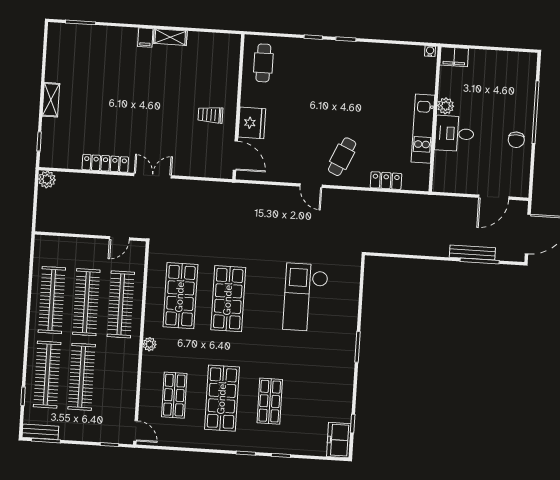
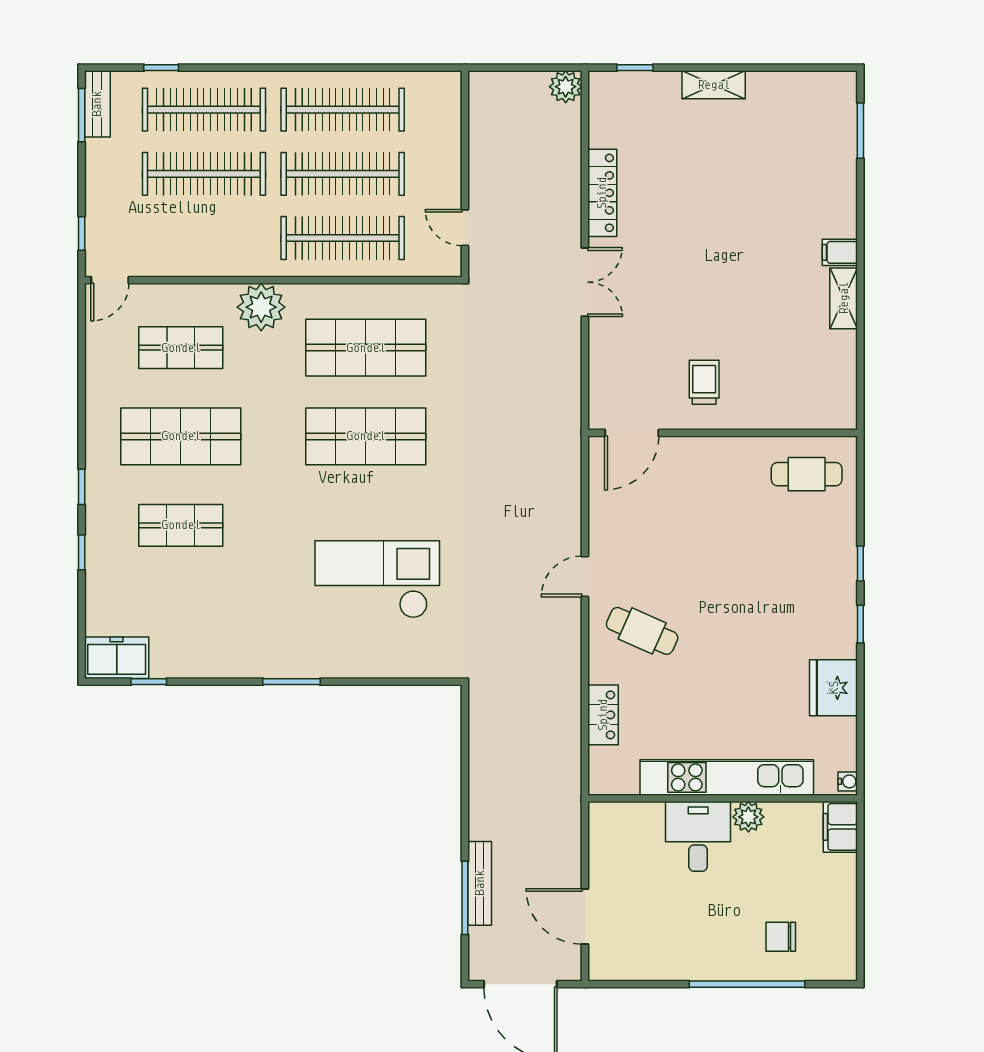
fridge: (252, 123) -> (834, 688), moved, turned 90
kitchen unit: (423, 129) -> (727, 777), width x1.36
chair: (516, 140) -> (781, 937), moved
plant: (150, 344) -> (261, 307), width x1.88, depth x1.88

